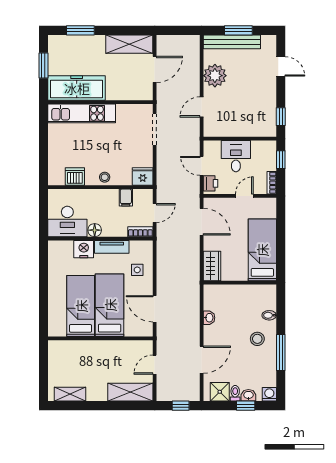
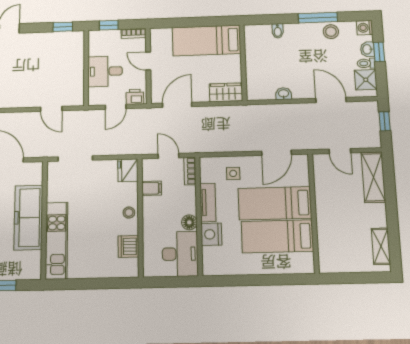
plant: (215, 76) -> (17, 96), removed
freezer: (77, 88) -> (28, 218), moved
stool: (257, 339) -> (331, 32), moved

